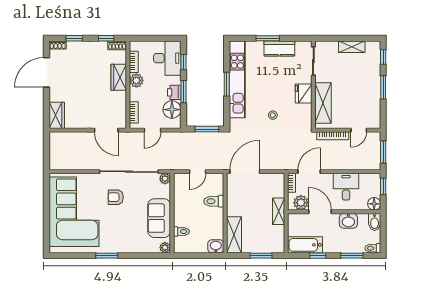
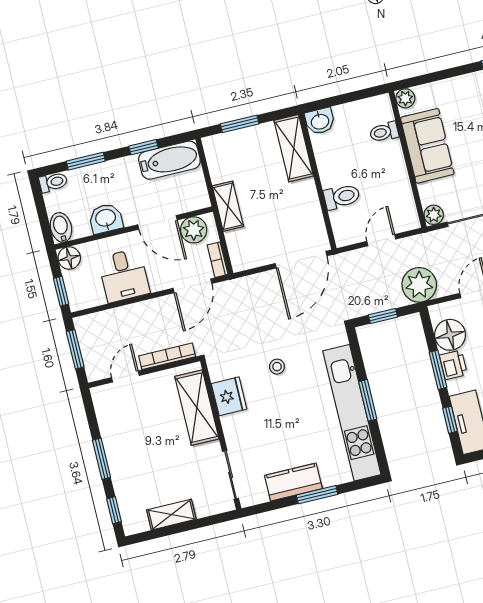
fridge: (304, 93) -> (229, 396), moved
window: (207, 129) -> (383, 316), width x0.67
plant: (182, 142) -> (419, 285), added

